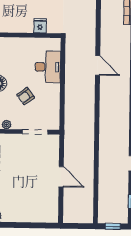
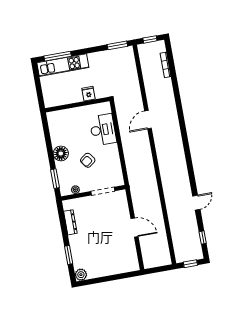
door: (98, 65) -> (148, 120), swing flipped

